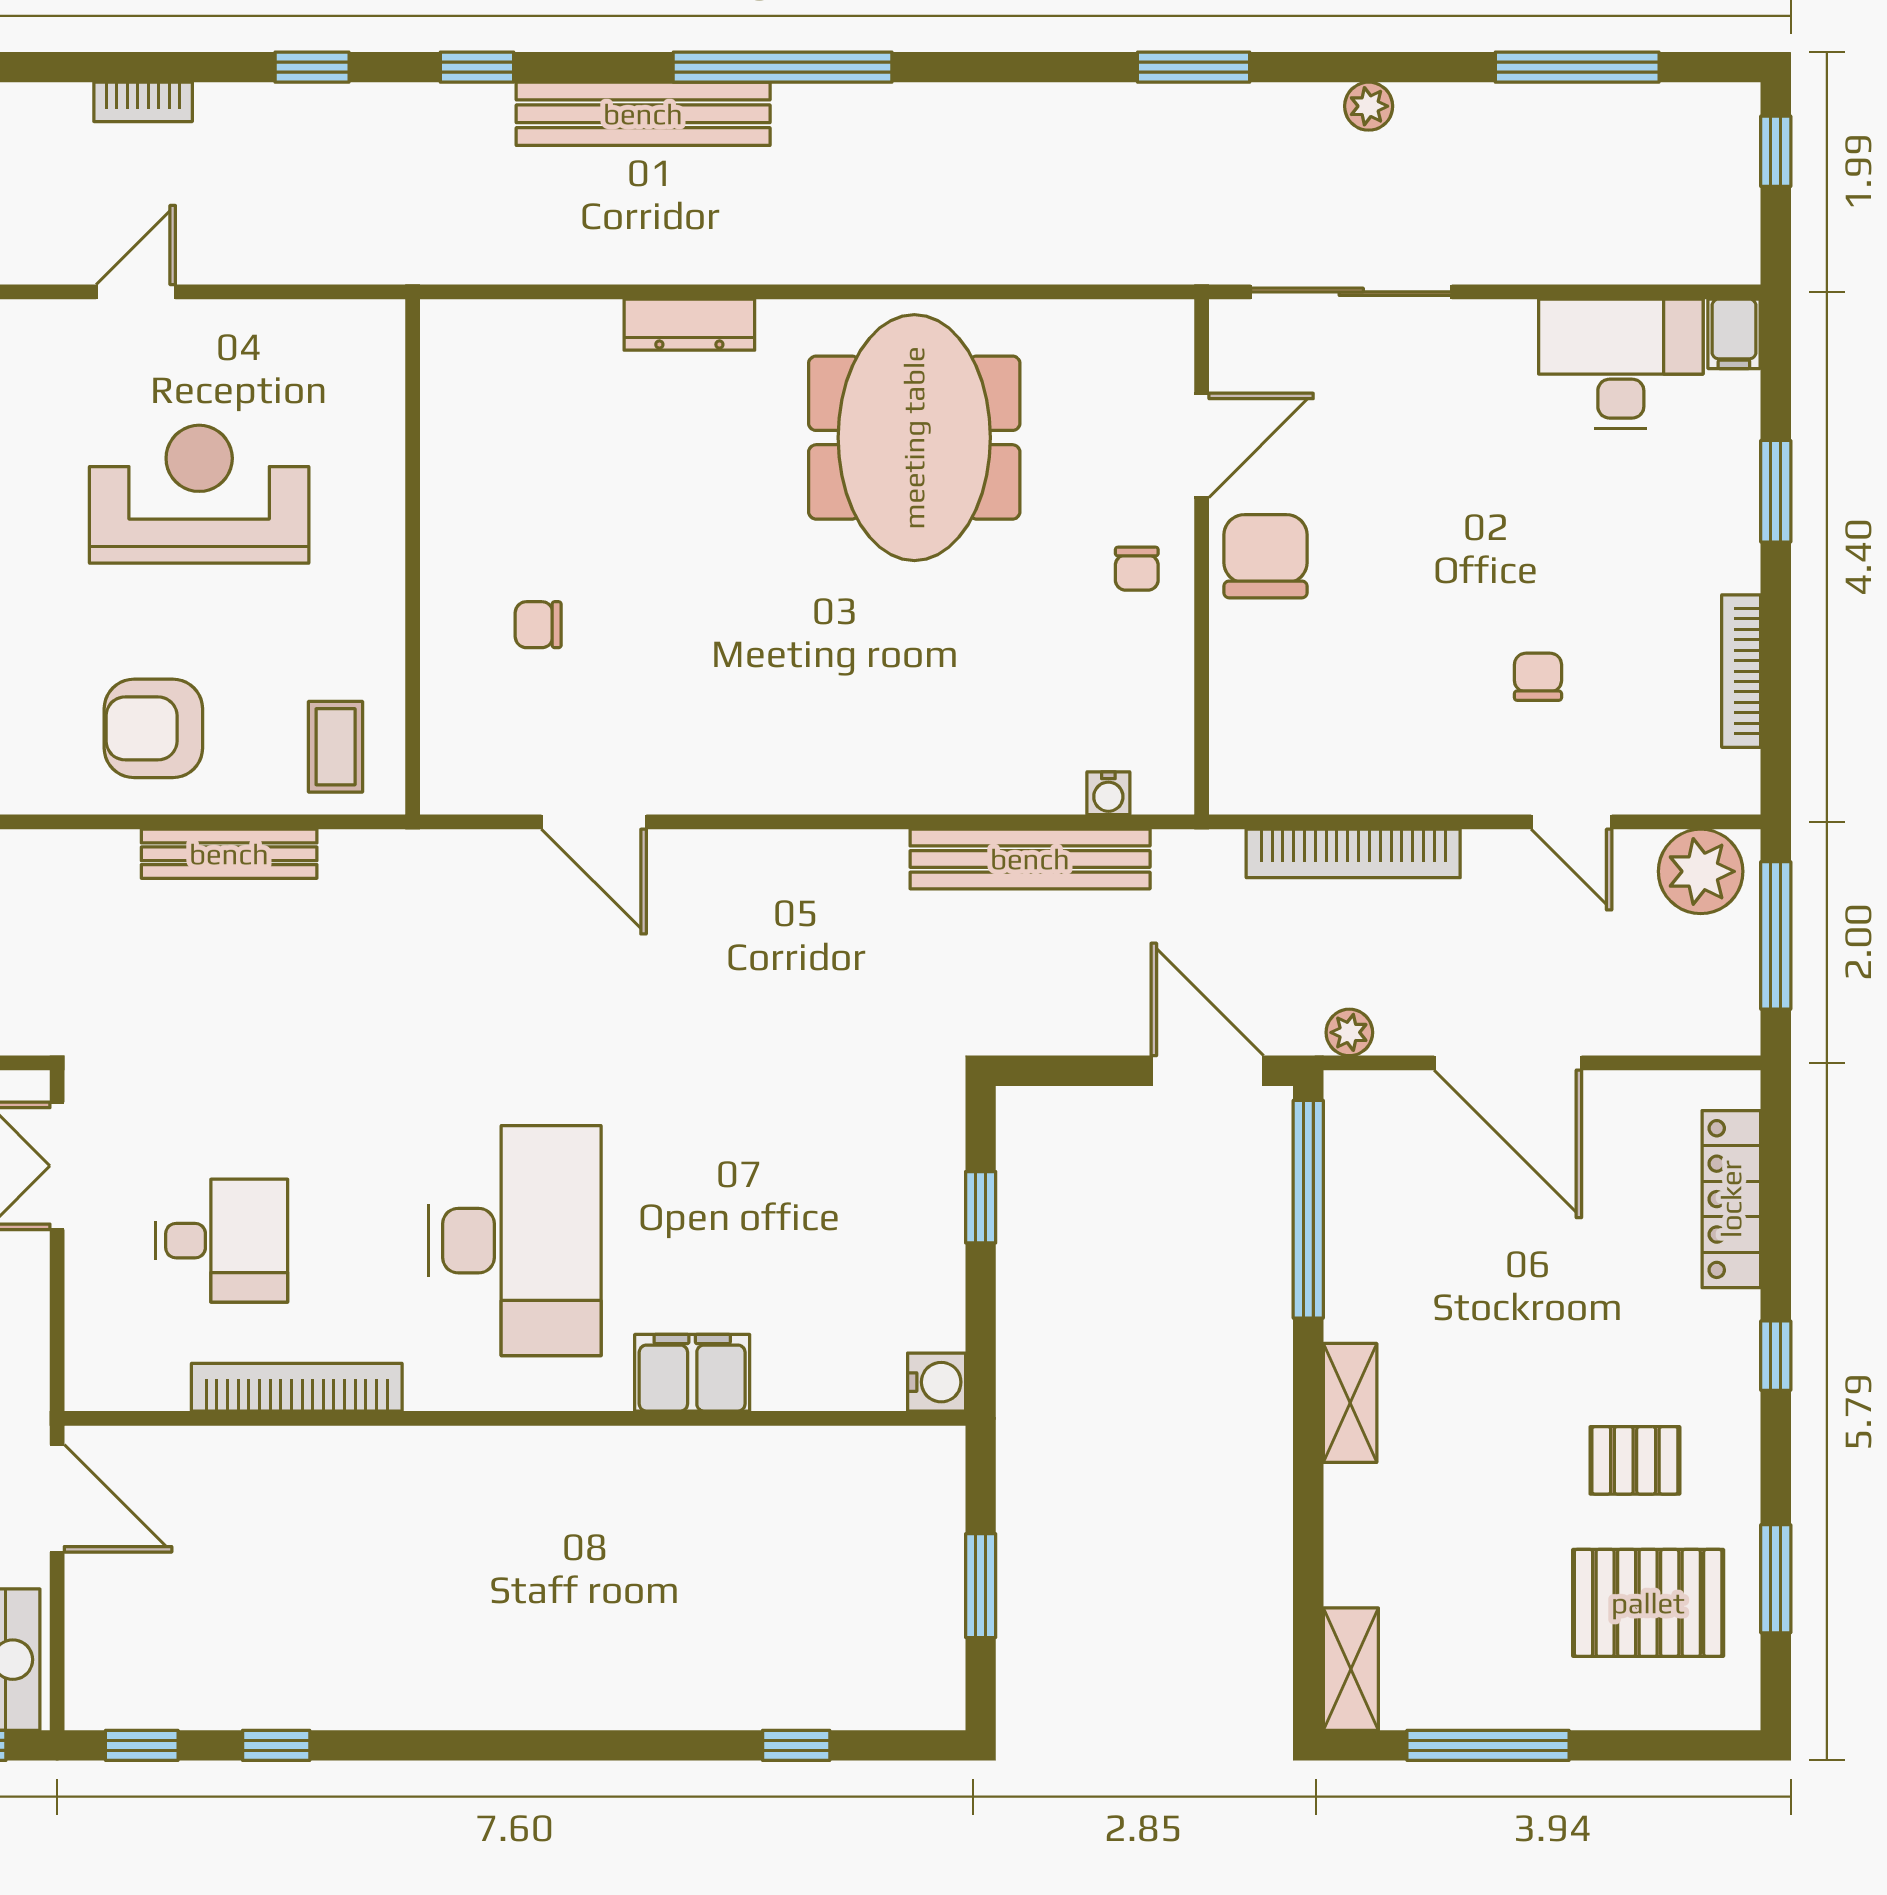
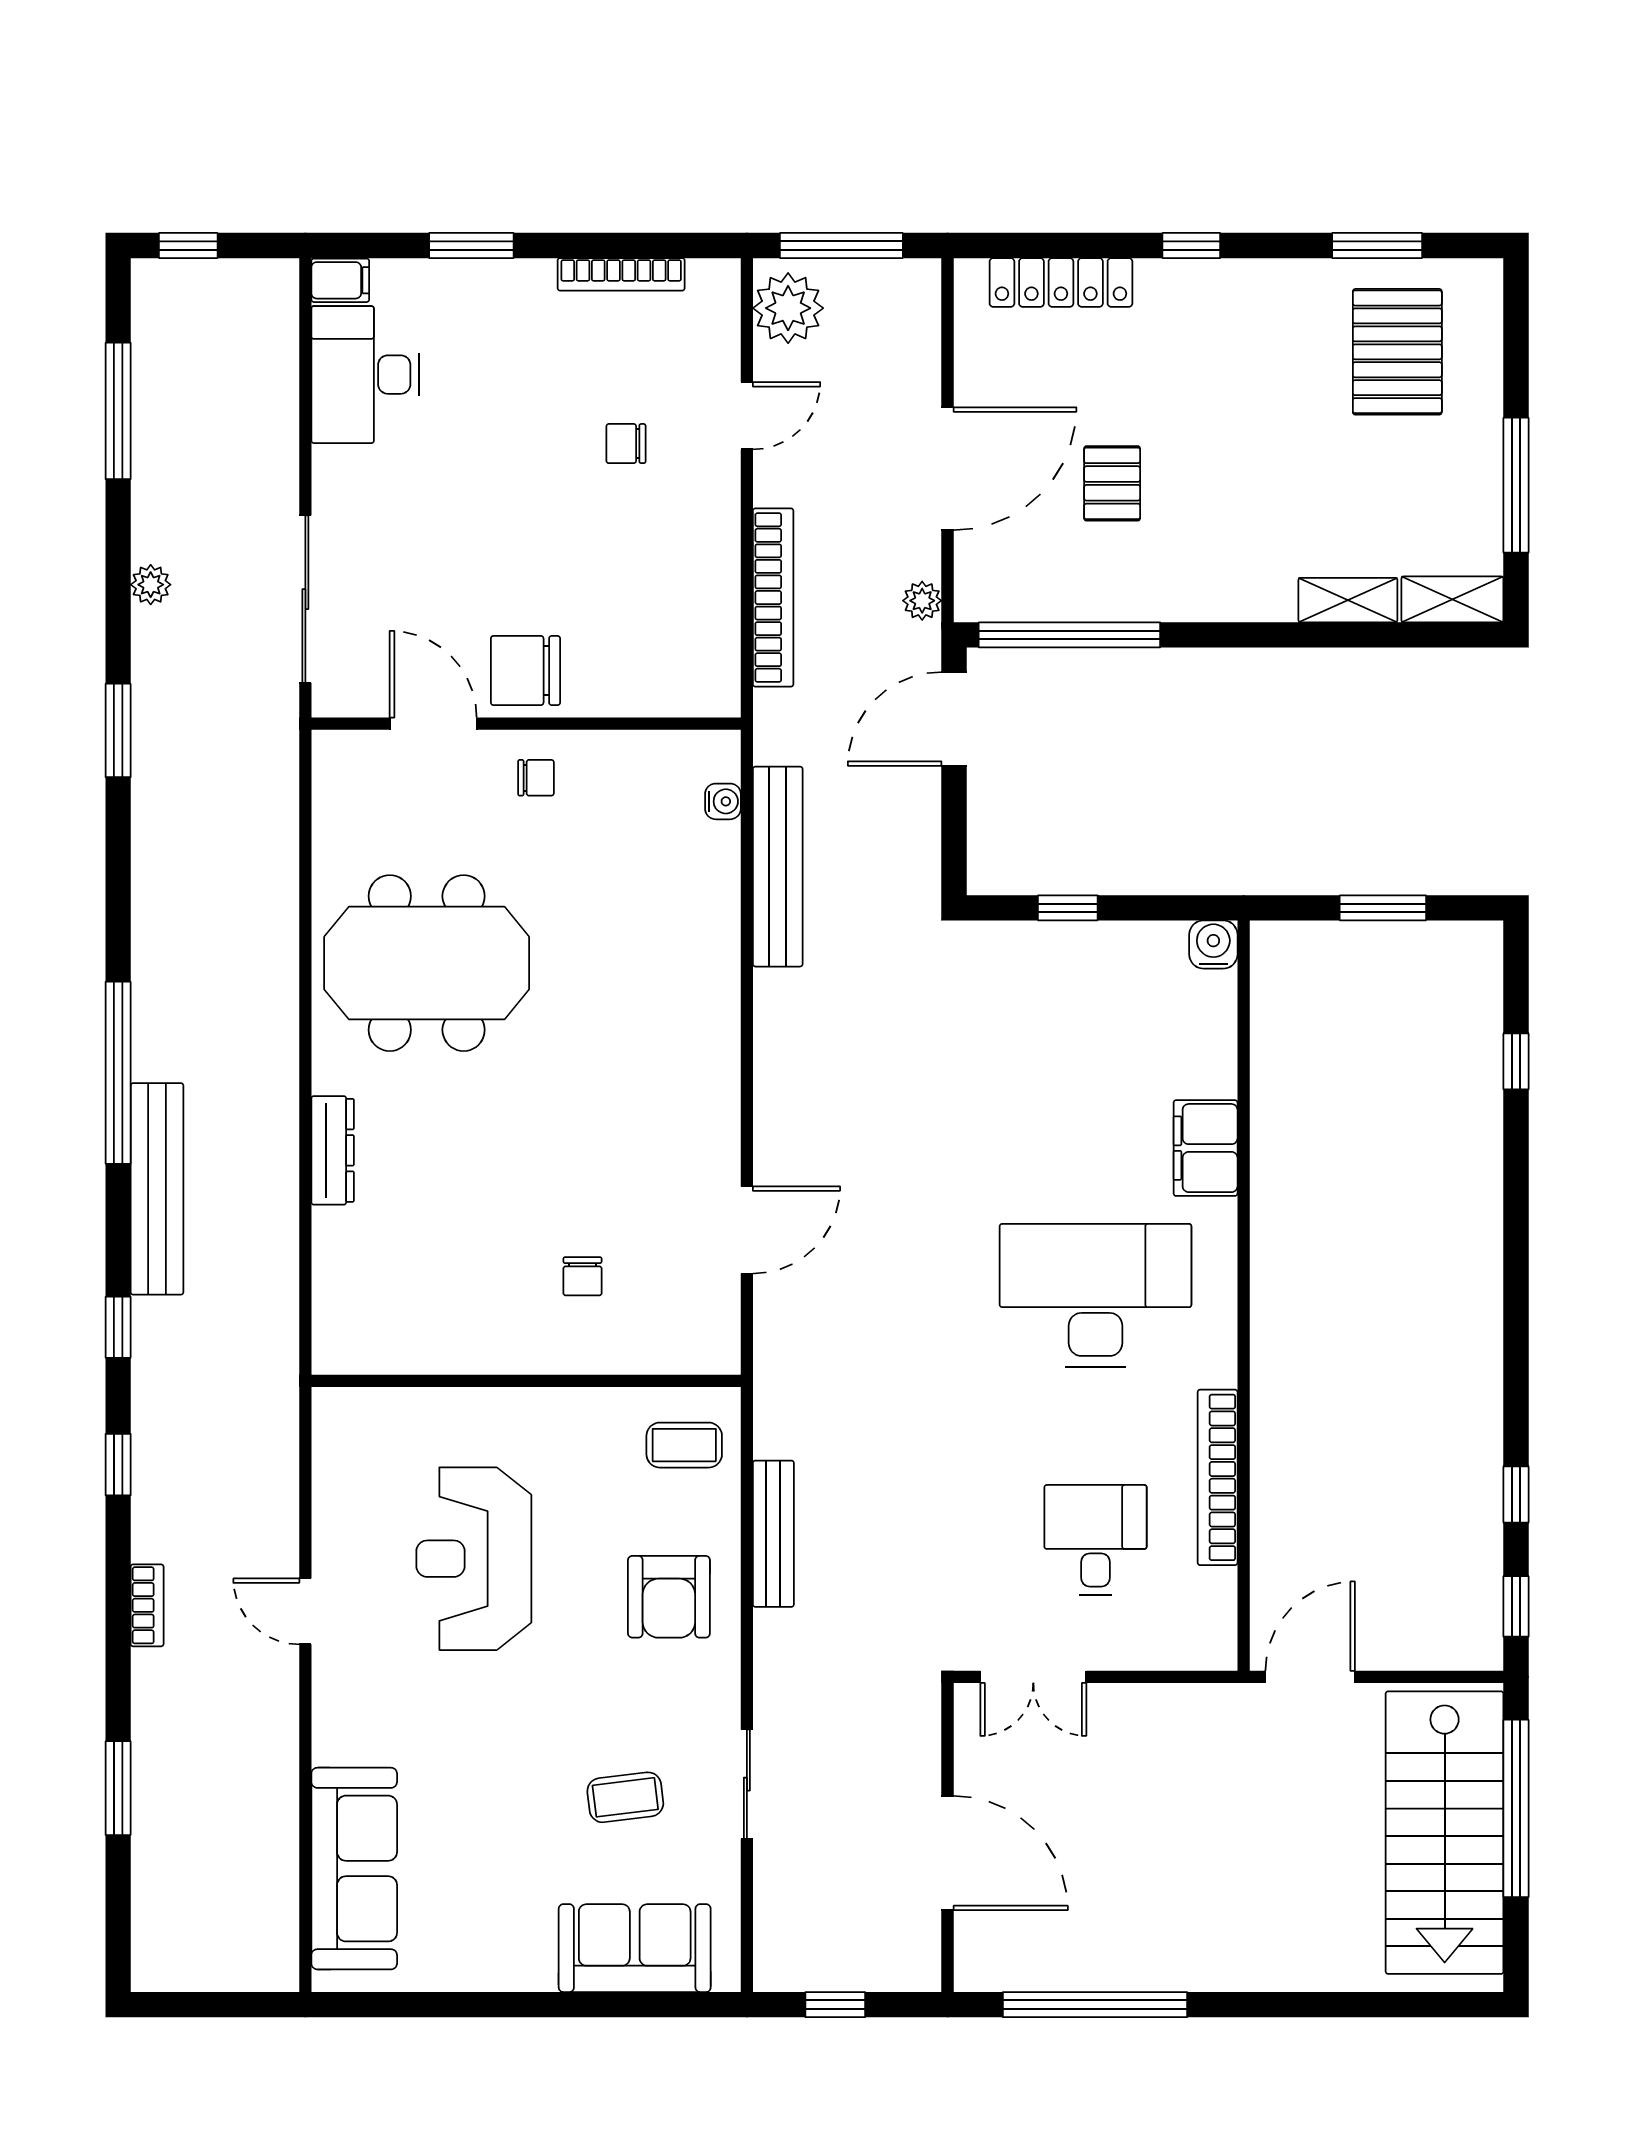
shelving: (1350, 1403) -> (1348, 600), moved
pallet: (1635, 1460) -> (1112, 483), moved

